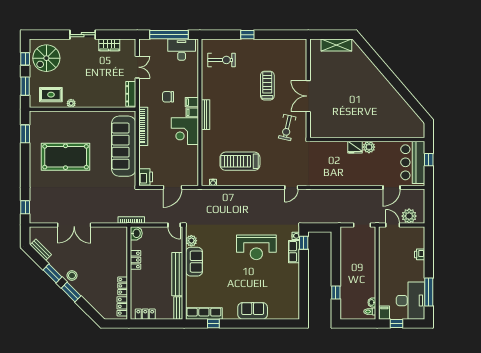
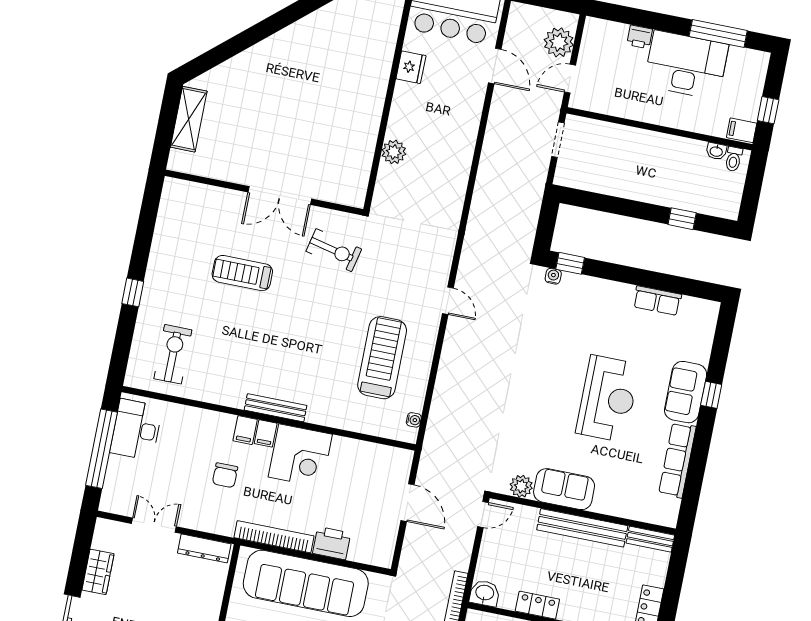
fridge: (355, 147) -> (411, 67), moved
plant: (369, 147) -> (394, 152), moved
treadmill: (240, 161) -> (382, 358), turned 180
printer: (146, 177) -> (332, 543), moved
door: (291, 187) -> (448, 301), moved
reception desk: (256, 247) -> (608, 399), moved
row of seats: (294, 252) -> (657, 301), moved
desk: (410, 301) -> (686, 65), moved
row of seats: (204, 313) -> (677, 460), moved
window: (213, 324) -> (711, 395), moved

